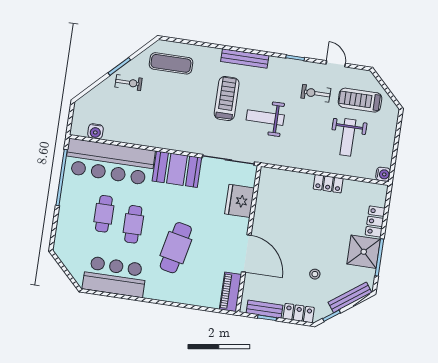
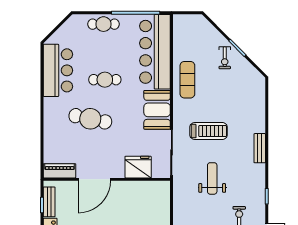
bench: (245, 59) -> (260, 148), width x0.73
exercise mat: (171, 63) -> (187, 80), moved
treadmill: (227, 98) -> (209, 131), moved
water cooler: (95, 131) -> (179, 36), removed
cafe table: (104, 214) -> (104, 24), moved

